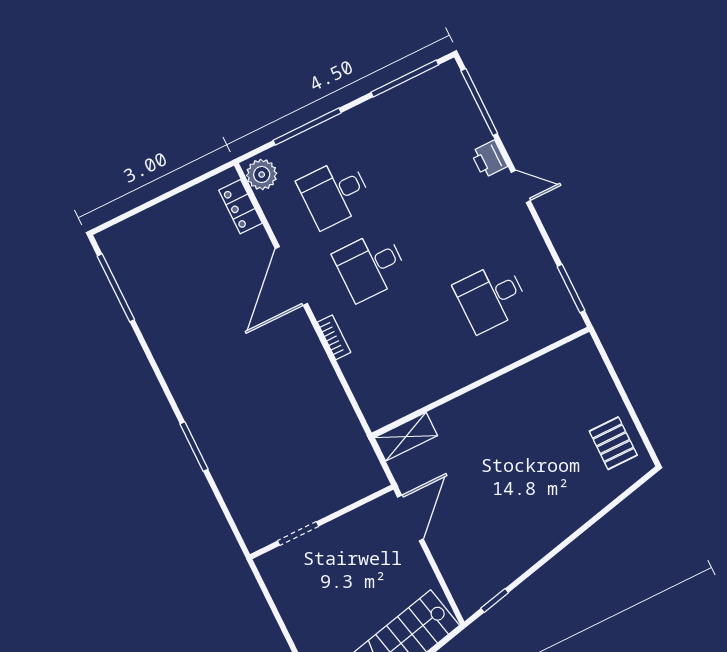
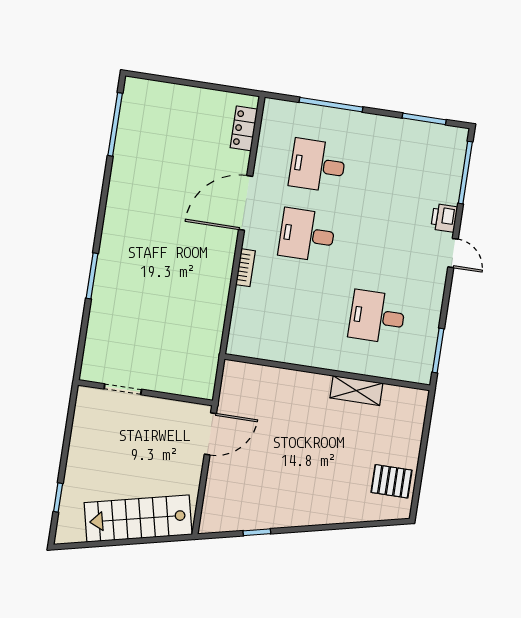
window: (405, 79) -> (424, 119), width x0.69
plant: (262, 174) -> (275, 116), removed
shelving: (406, 437) -> (356, 391), moved
pallet: (613, 443) -> (391, 481), turned 90
window: (495, 600) -> (257, 532), moved

